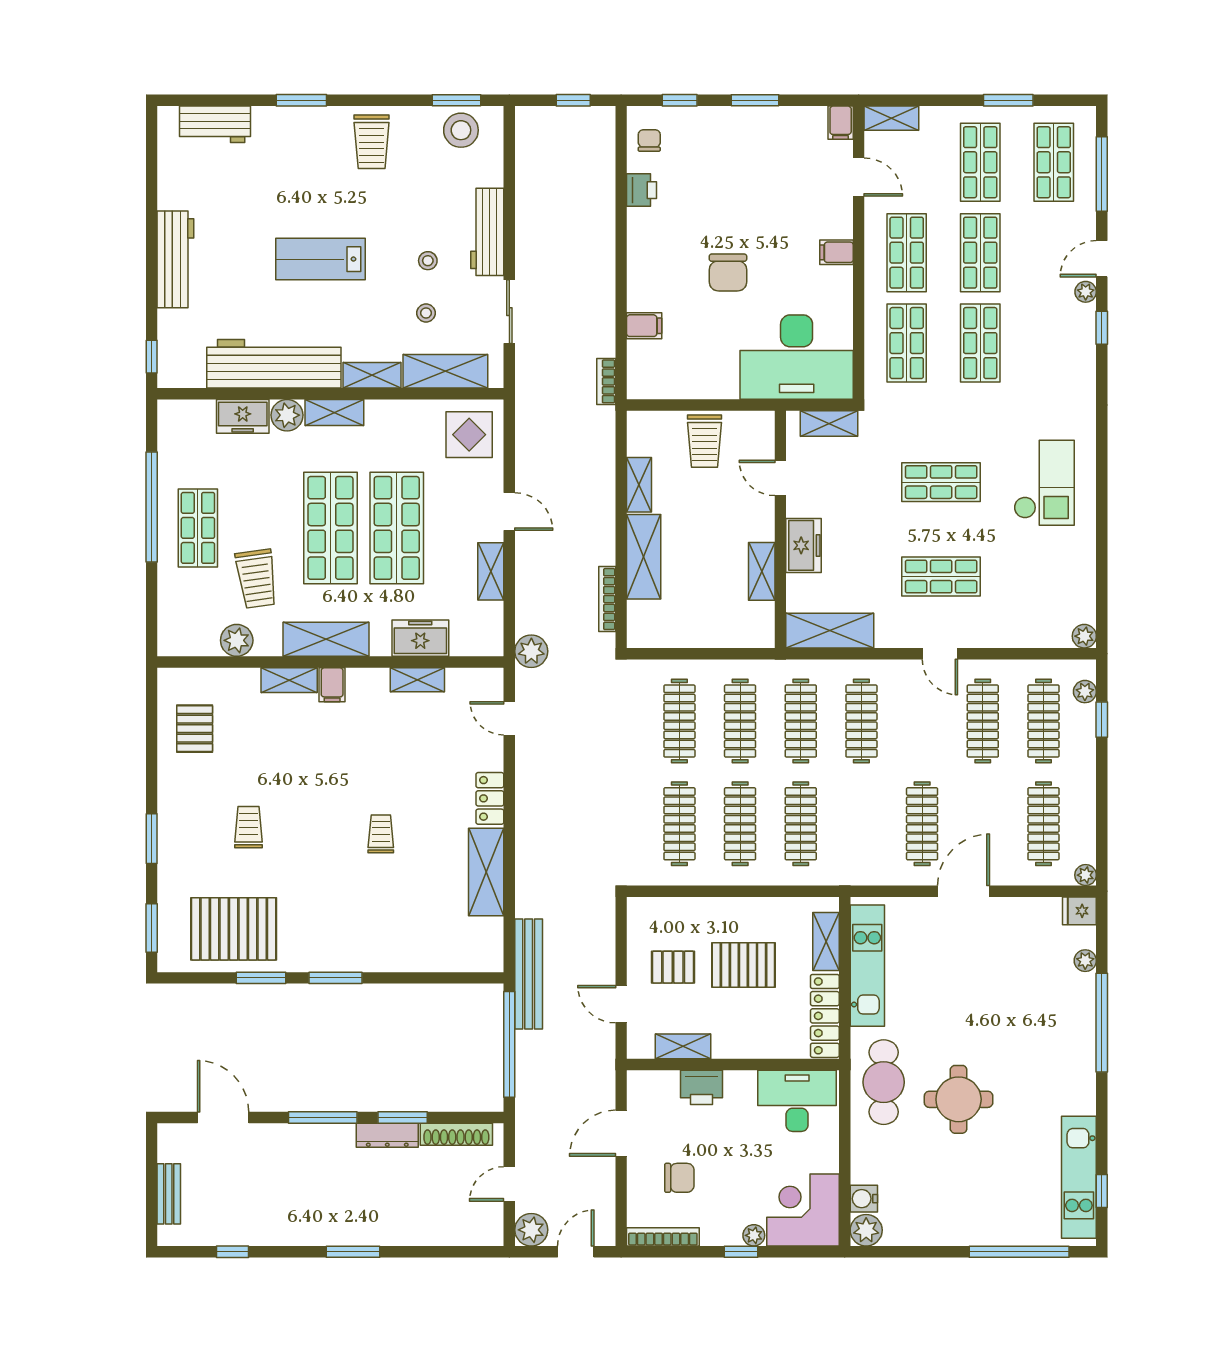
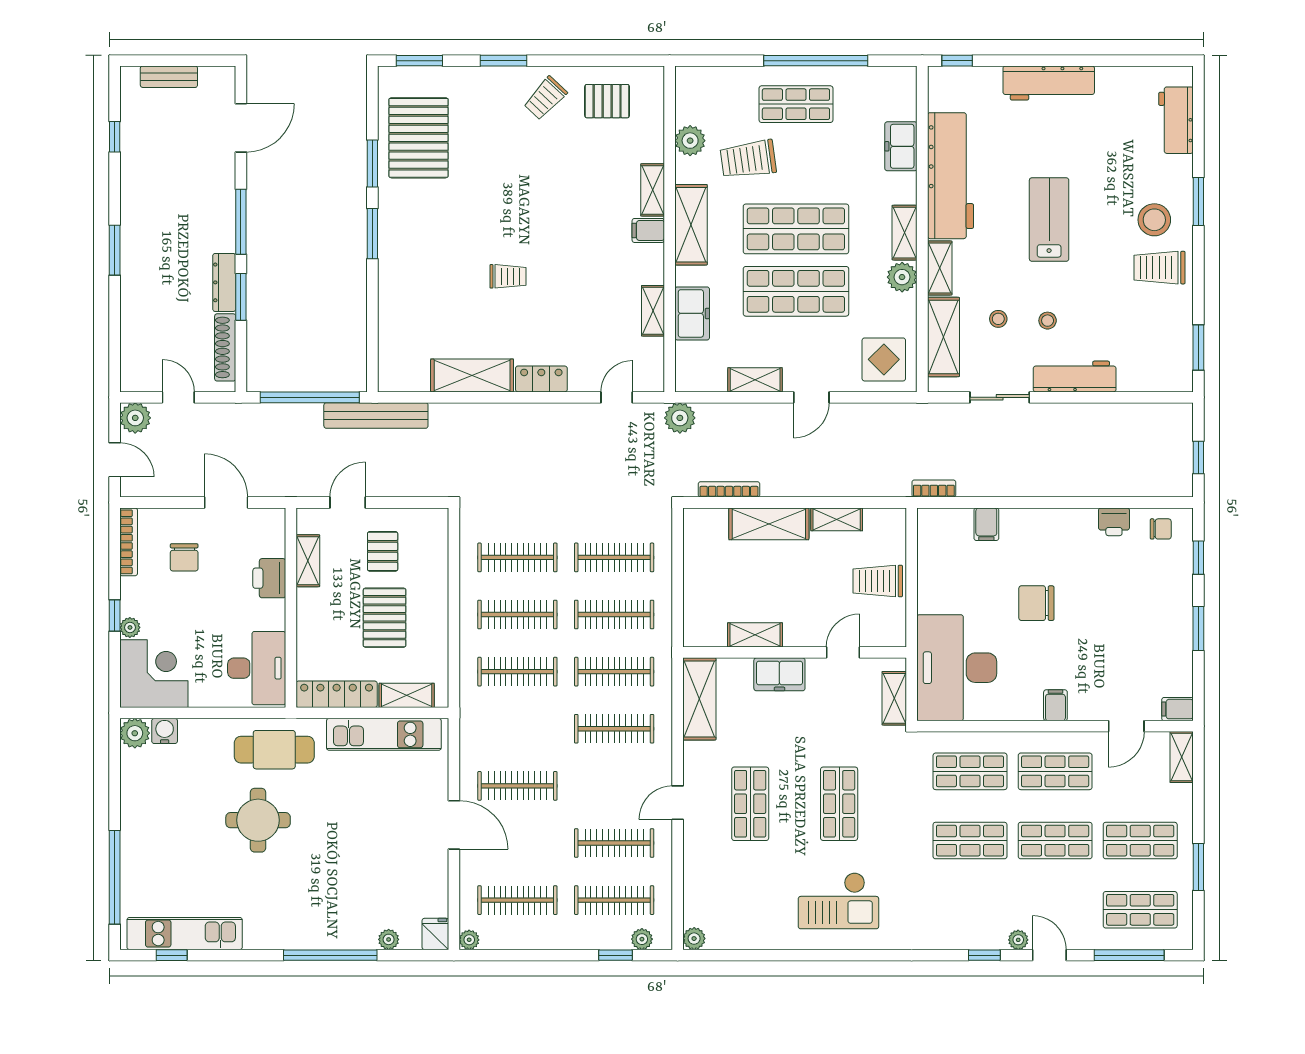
stool: (461, 130) -> (1154, 220), moved
plant: (287, 415) -> (902, 277), moved
trolley: (249, 827) -> (545, 98), moved, turned 133

